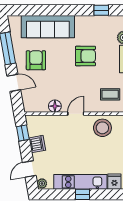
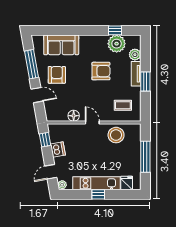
plant: (103, 25) -> (117, 44), added
sofa: (48, 27) -> (61, 45), width x0.73
door: (76, 114) -> (92, 122), hinge flipped

